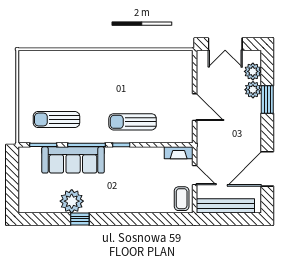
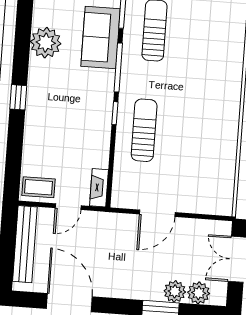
sofa: (73, 160) -> (101, 37), width x0.73
window: (80, 219) -> (18, 97), moved

